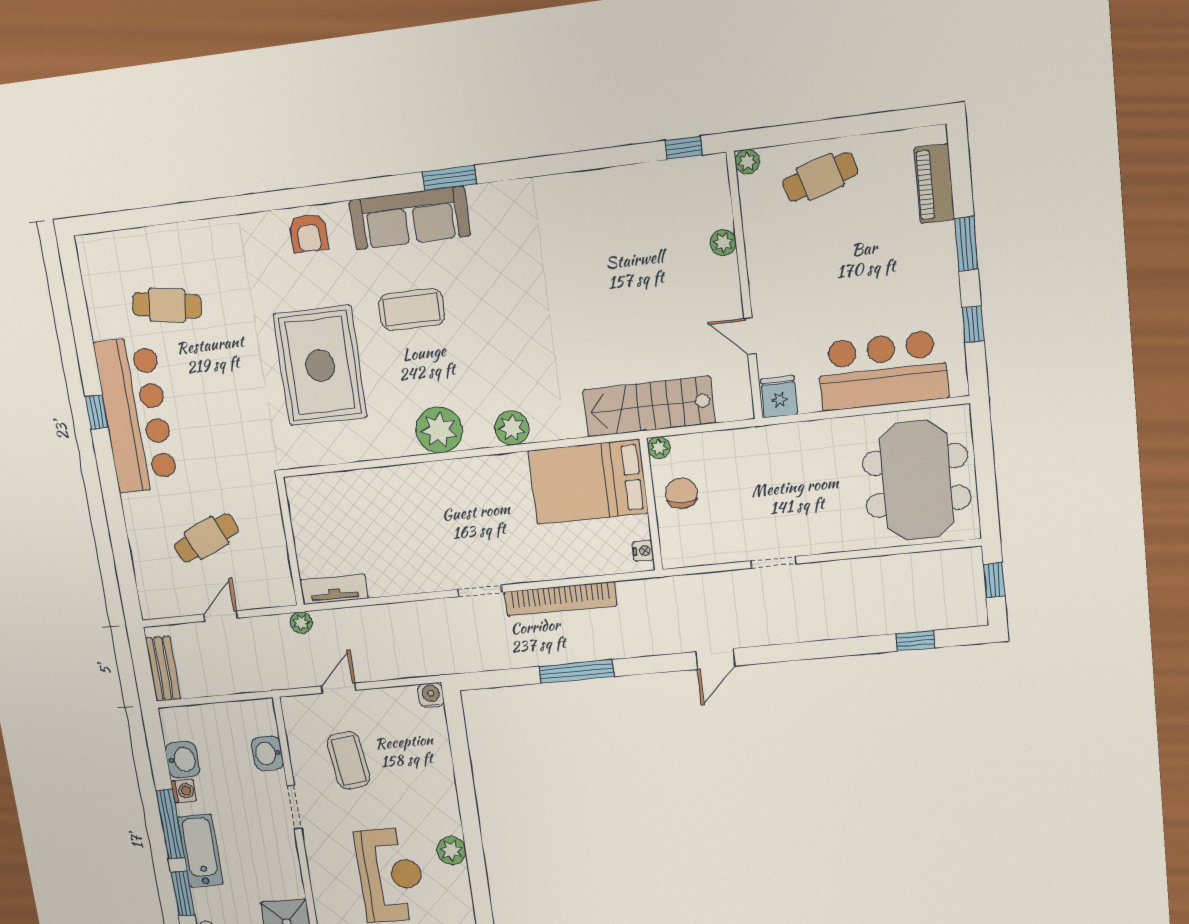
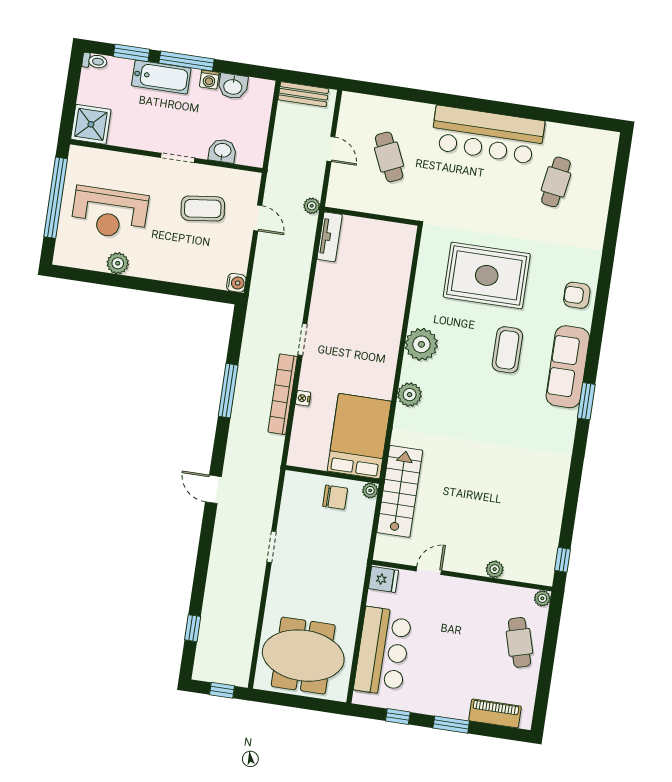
window: (97, 412) -> (497, 107), removed
nightstand: (643, 551) -> (303, 398), moved, turned 90

